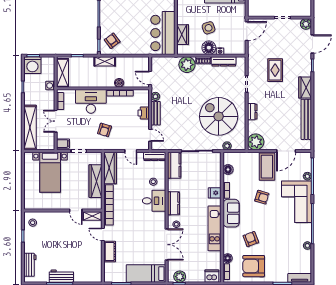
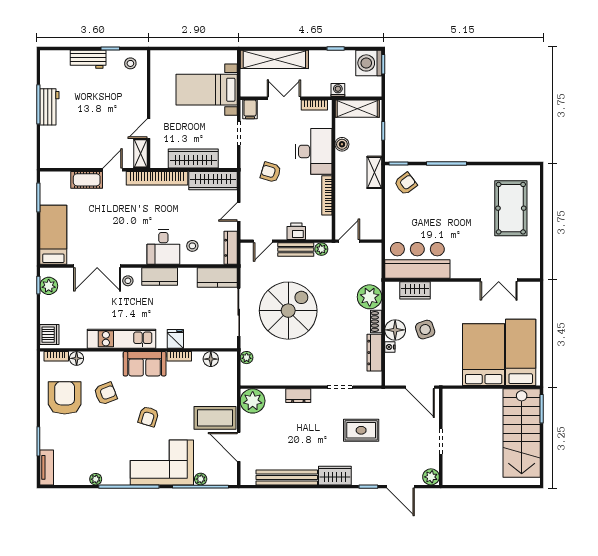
boiler: (119, 83) -> (342, 144), moved
spiral stairs: (219, 116) -> (288, 311), moved
armchair: (262, 197) -> (148, 416), moved
workbench: (30, 265) -> (88, 59), moved

